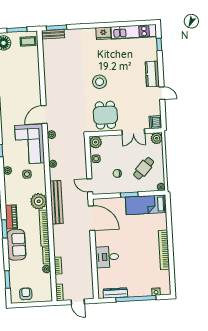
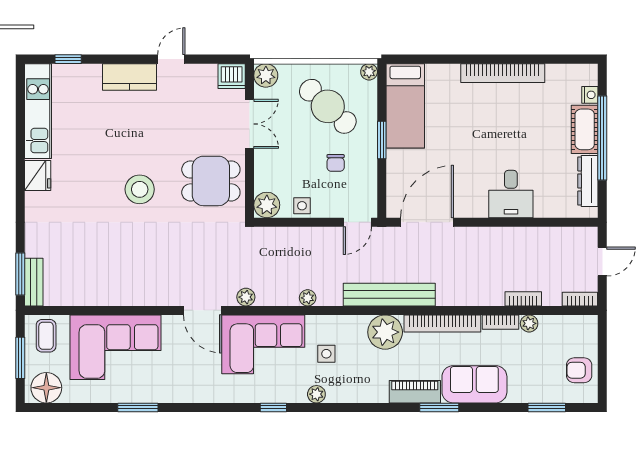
corner sofa: (24, 75) -> (116, 347), added
cafe table: (144, 168) -> (328, 106), width x1.37, depth x1.35
cot: (140, 290) -> (585, 129), added

